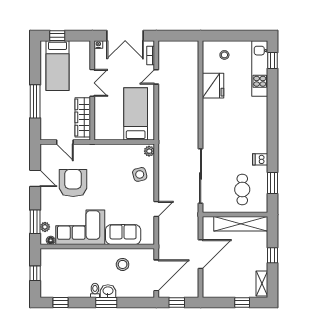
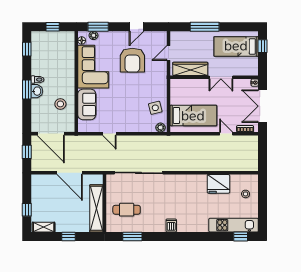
dishwasher: (260, 159) -> (171, 225), moved
side table: (140, 174) -> (155, 108), moved
armchair: (73, 183) -> (132, 60), turned 90

